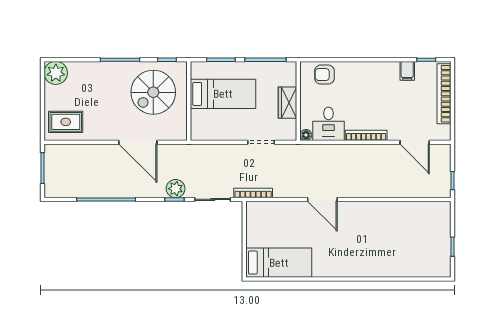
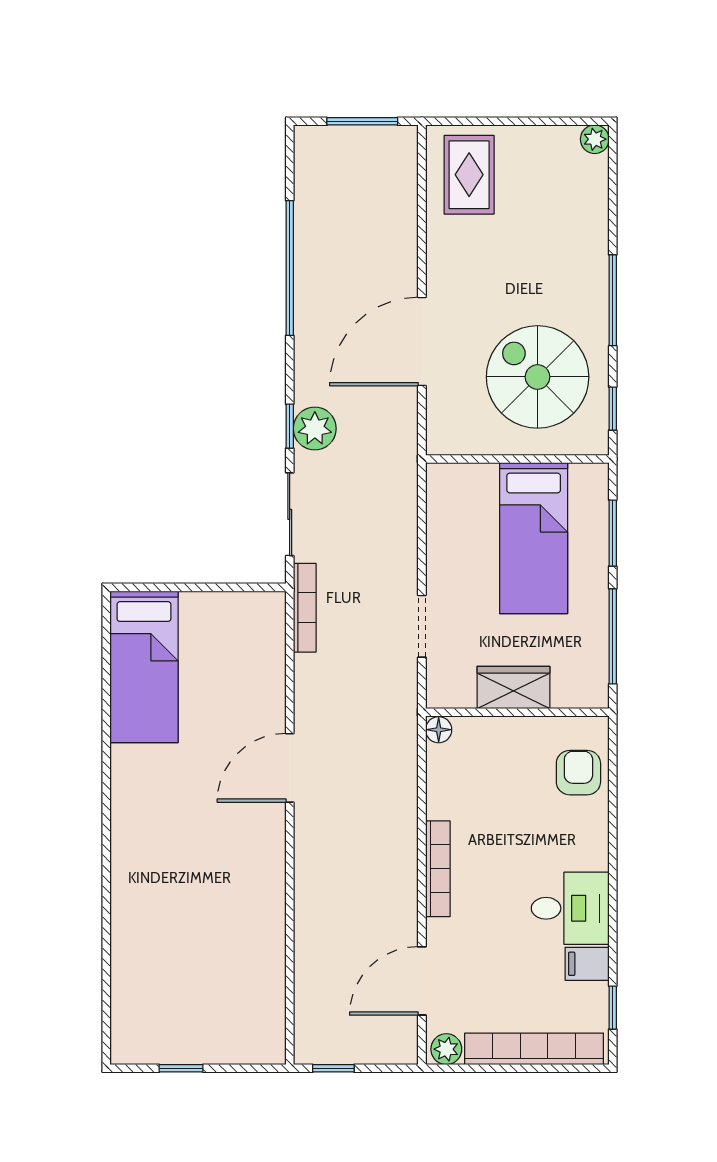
plant: (56, 73) -> (595, 139), width x0.53, depth x0.53
desk: (328, 124) -> (570, 908), moved, turned 180
plant: (444, 132) -> (446, 1049), added

